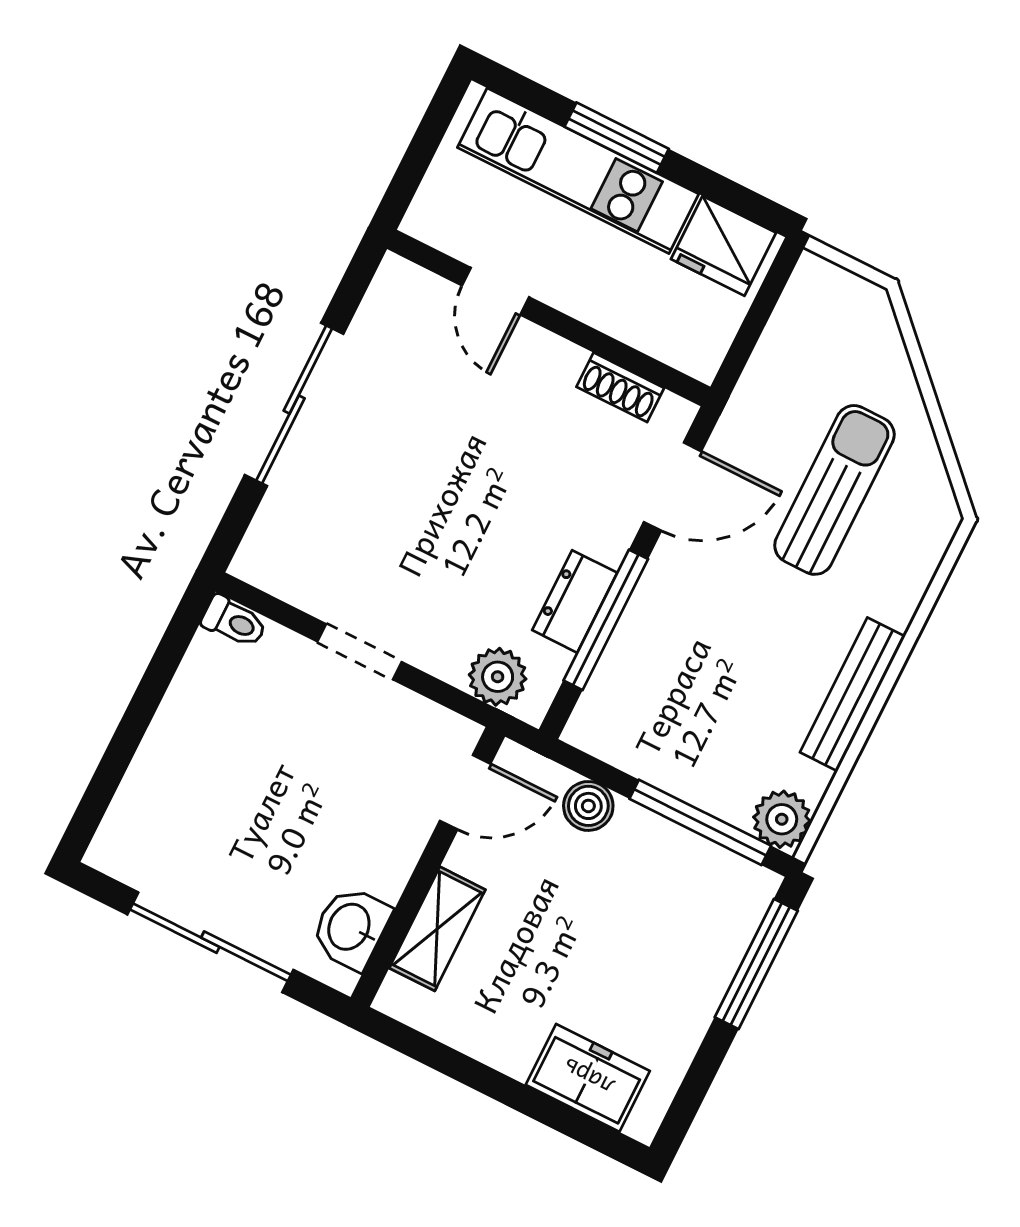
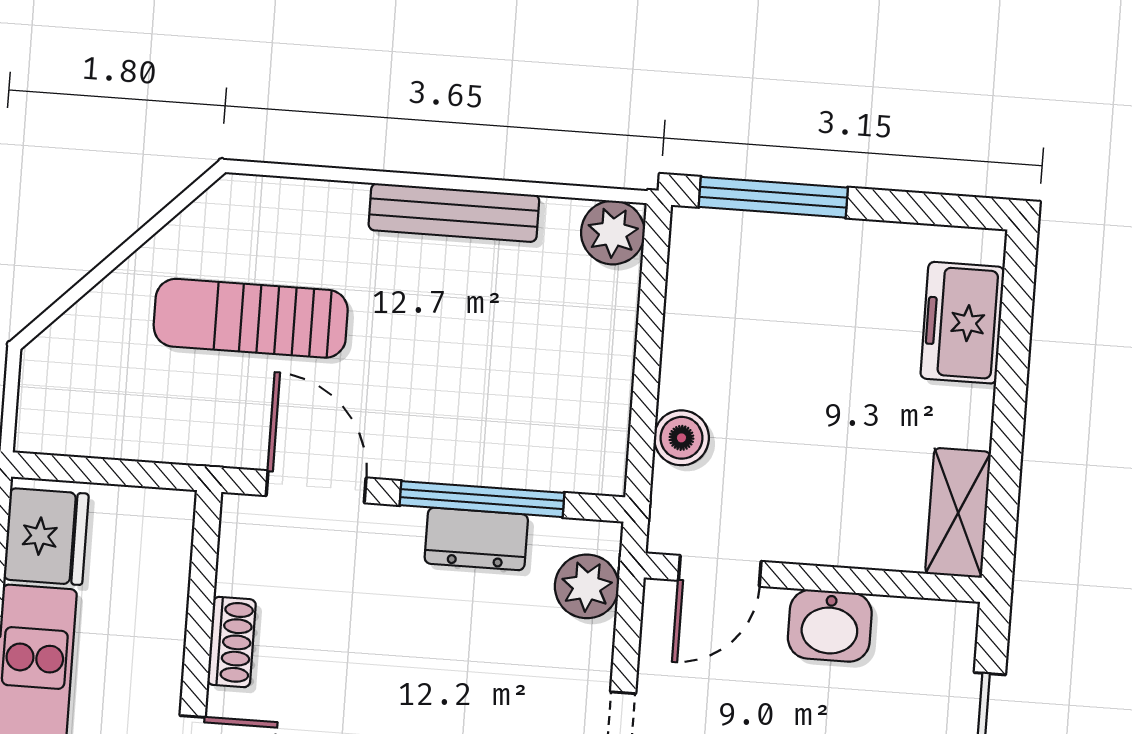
shoe rack: (620, 387) -> (232, 642), moved
door: (465, 792) -> (720, 571), swing flipped
window: (700, 822) -> (651, 315), removed
washbasin: (351, 928) -> (830, 626), moved
shelving: (437, 929) -> (958, 513), moved, turned 90

